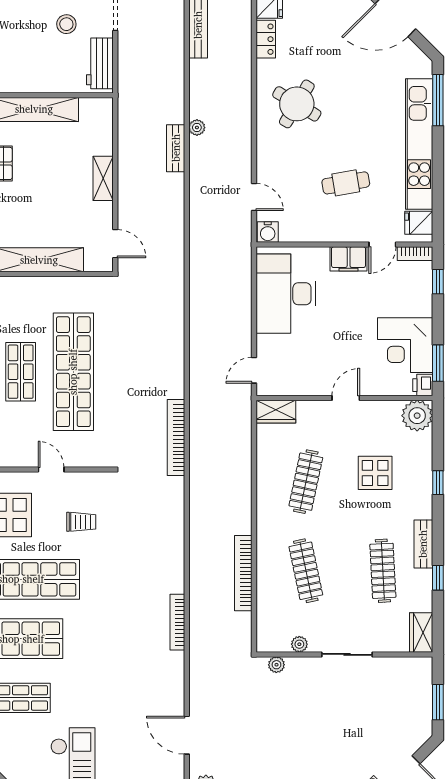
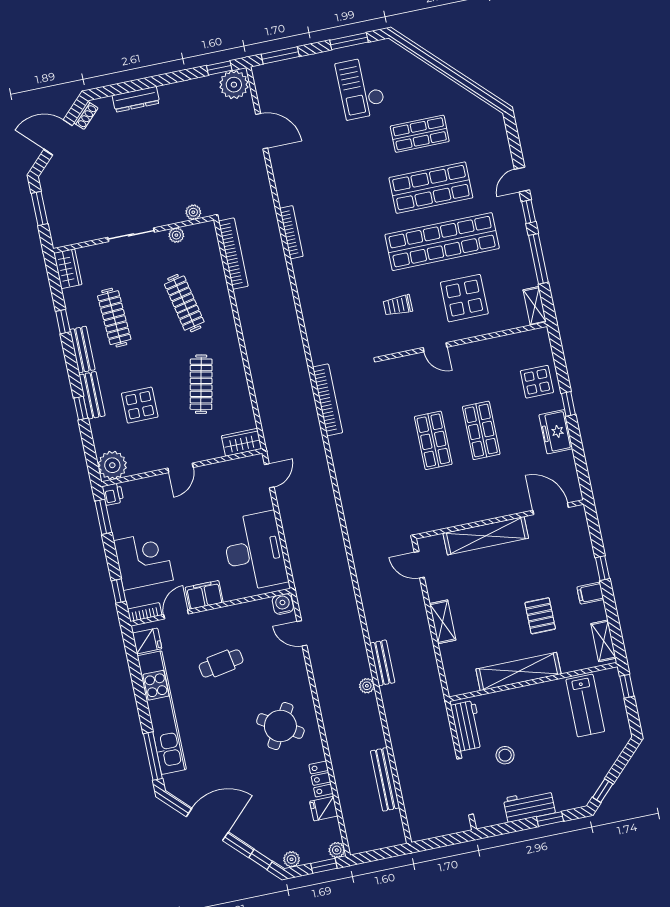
corner desk: (405, 345) -> (143, 560), moved
shop shelf: (73, 372) -> (433, 440), width x0.50, depth x0.74
bench: (423, 494) -> (92, 395), added
bookcase: (243, 573) -> (233, 254), moved

